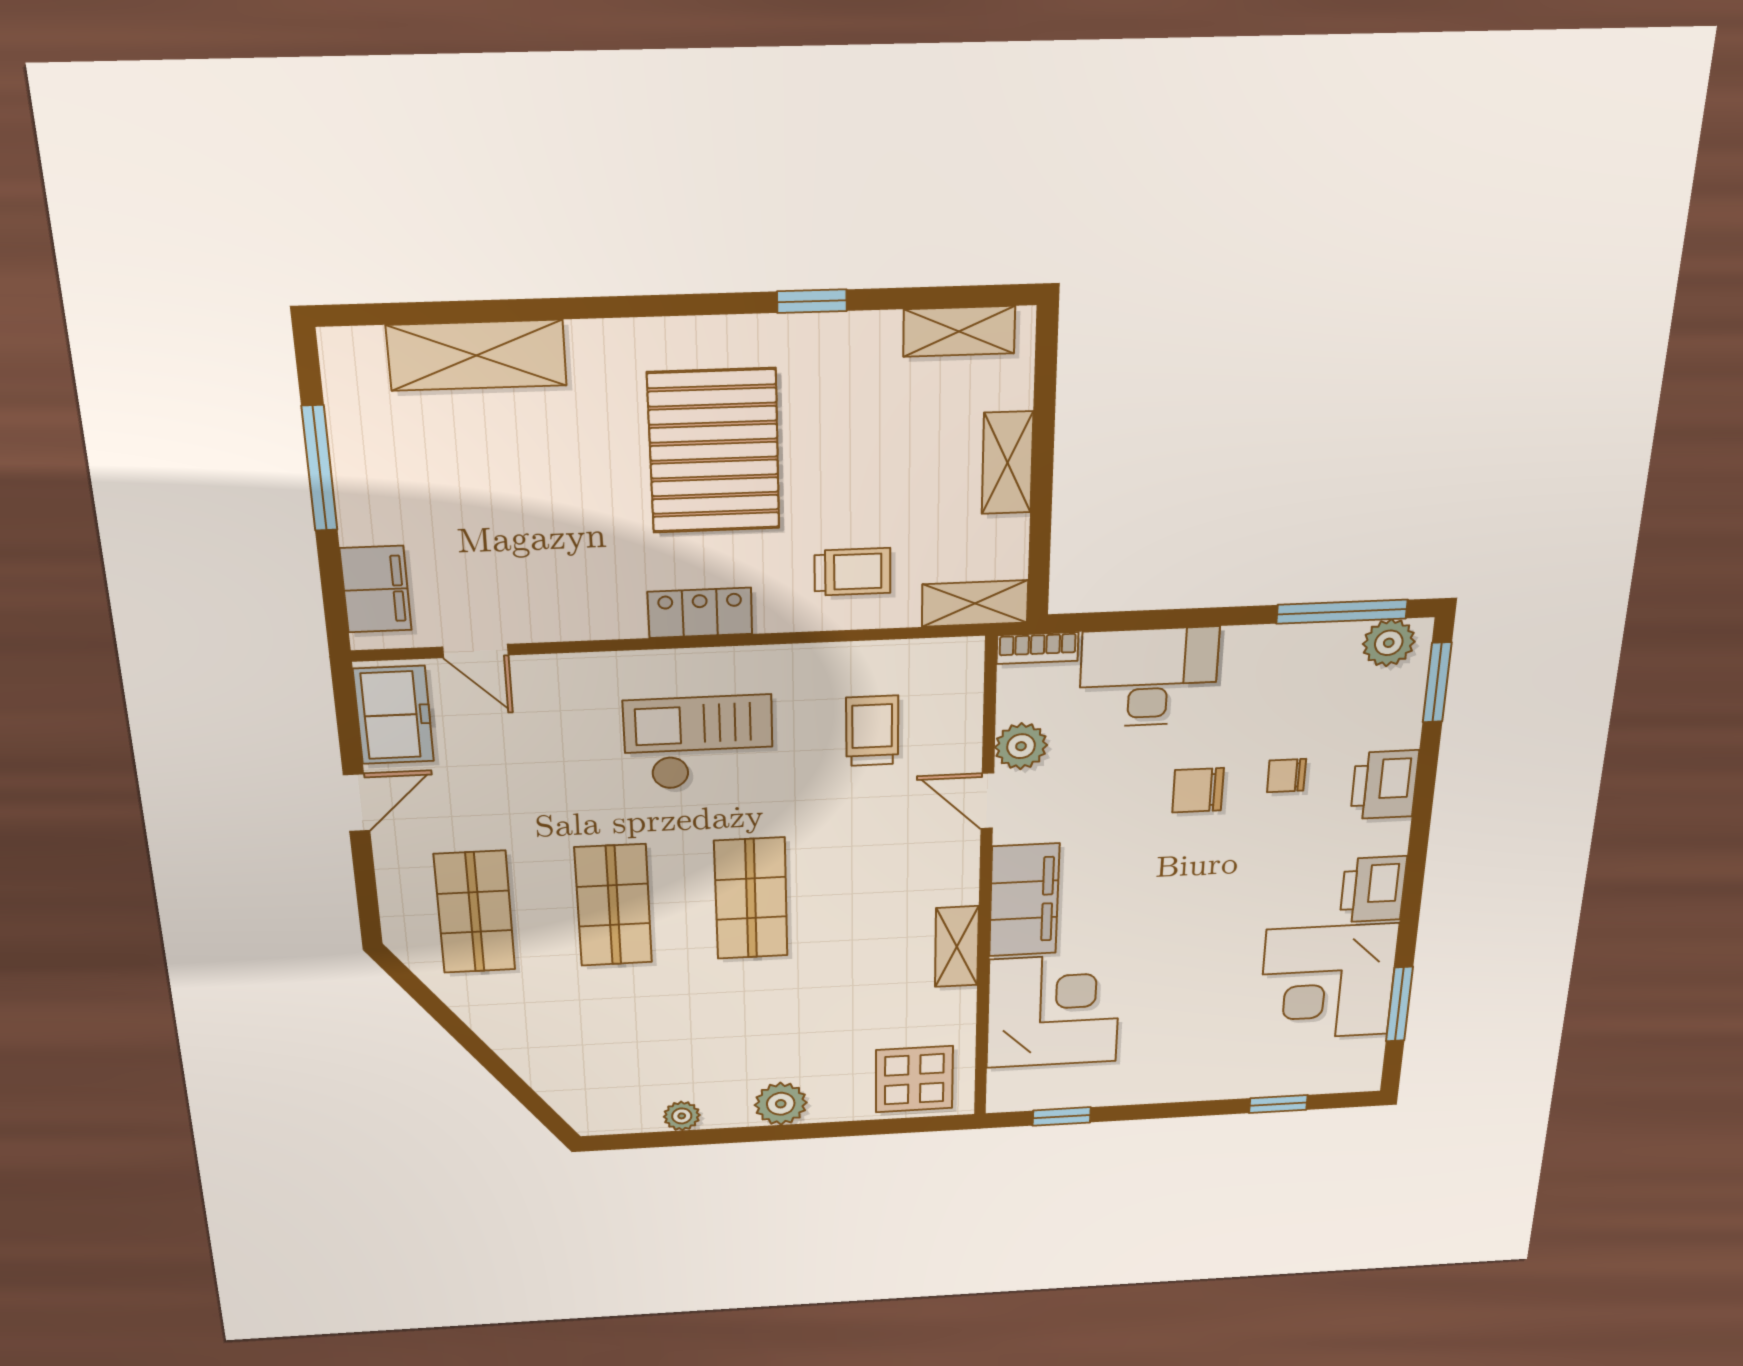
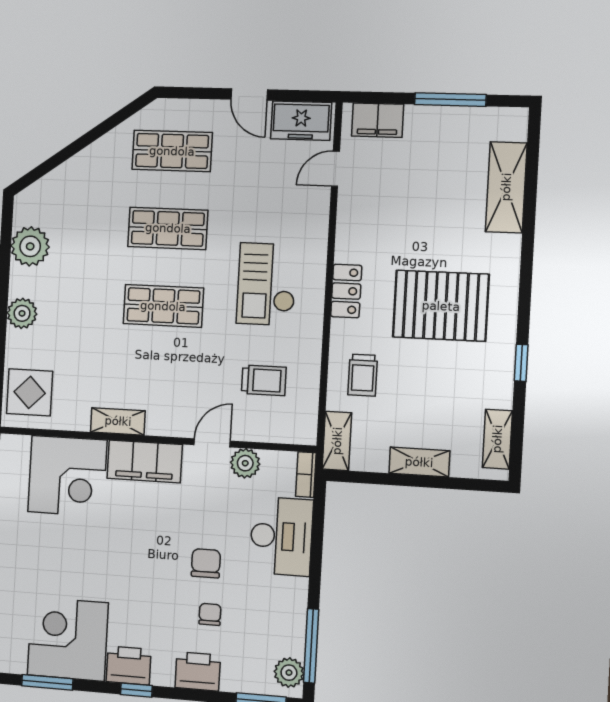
checkout: (699, 743) -> (267, 284), turned 180
window: (1415, 874) -> (136, 690), added
plant: (682, 1116) -> (30, 246), width x1.88, depth x1.88

